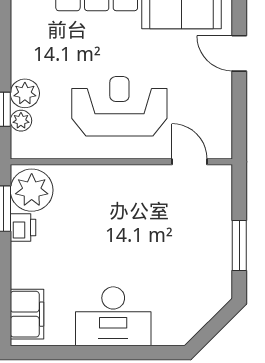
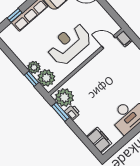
plant: (21, 121) -> (46, 78), width x1.88, depth x1.88
filing cabinet: (221, 180) -> (124, 39), added

